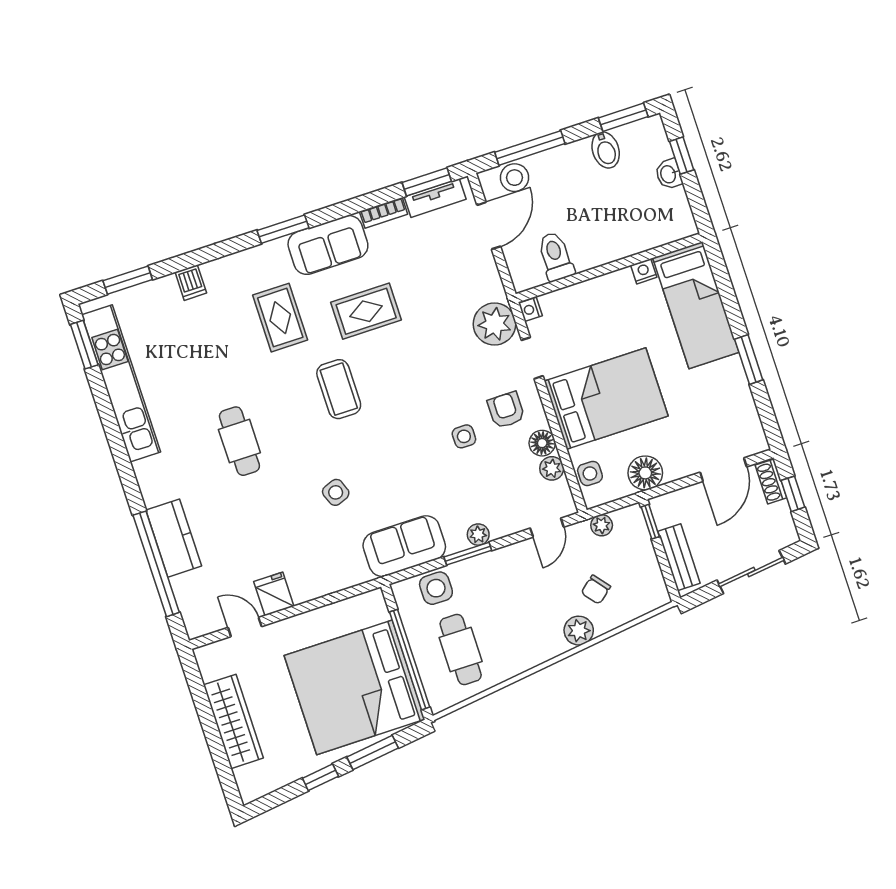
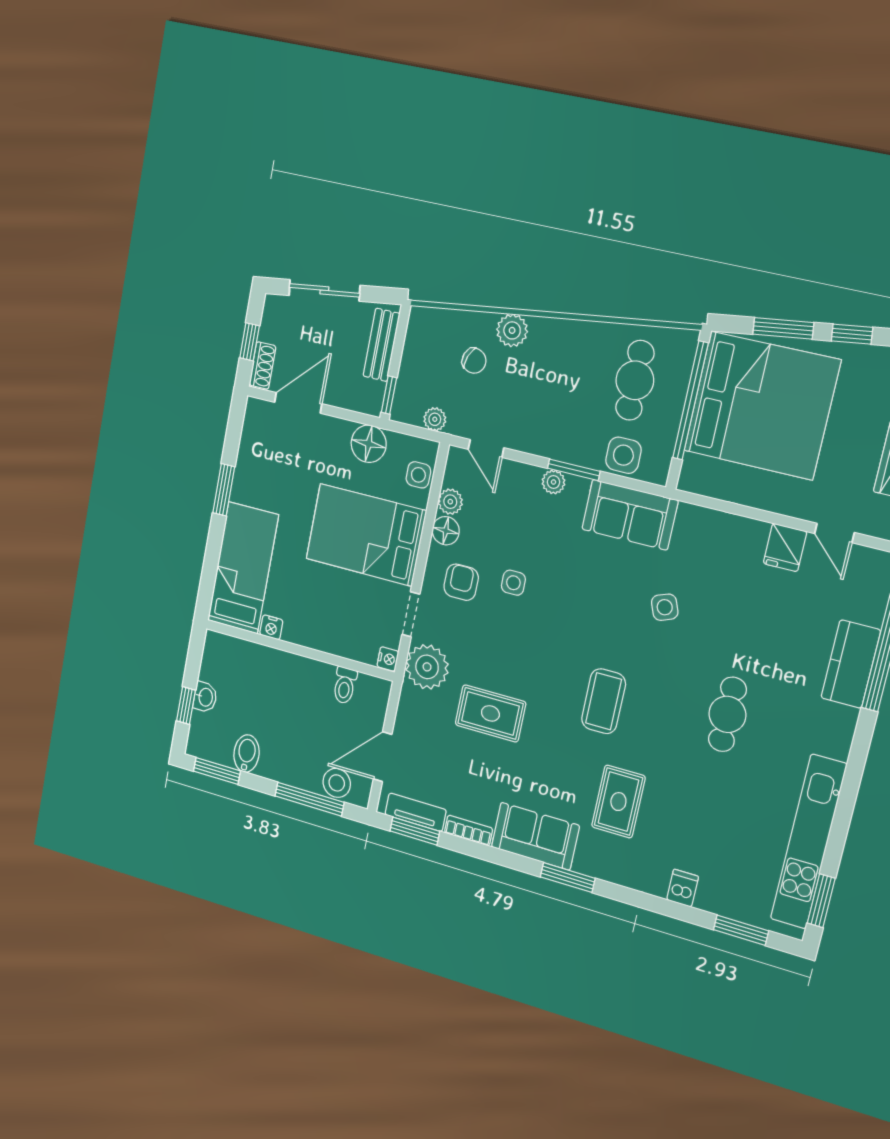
toilet: (556, 257) -> (345, 685), width x0.73, depth x0.72
rug: (366, 311) -> (490, 713), moved
armchair: (506, 410) -> (461, 582), turned 180
door: (547, 528) -> (486, 448), swing flipped
chair: (596, 590) -> (474, 361), turned 60

